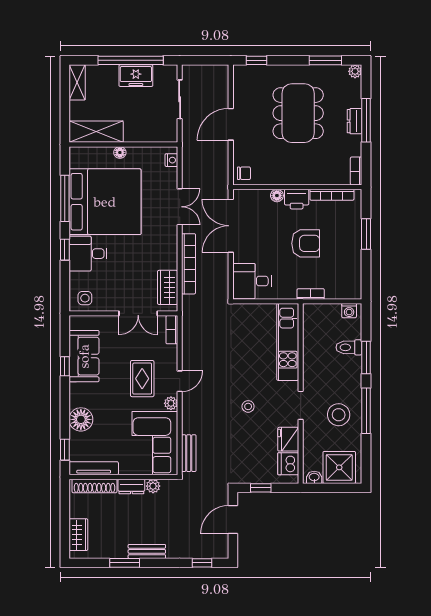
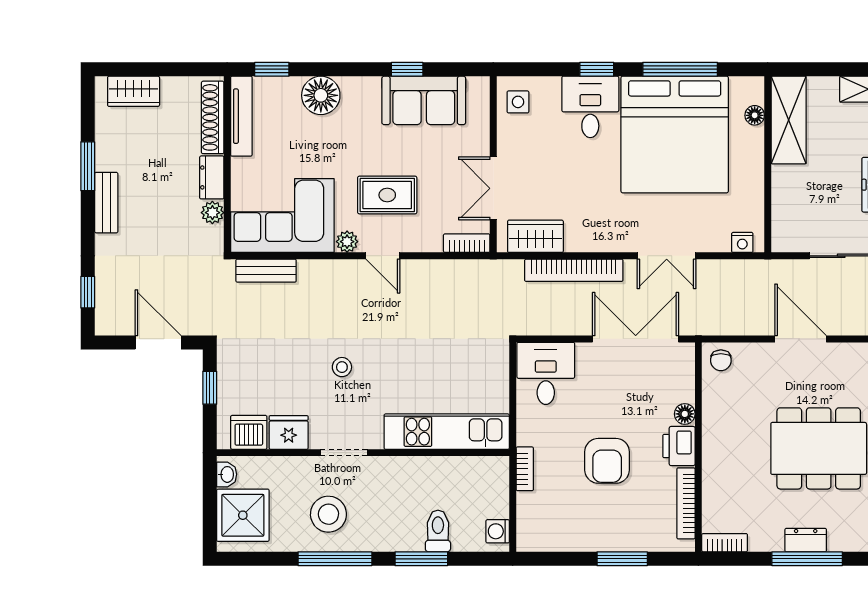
floor lamp: (120, 153) -> (755, 115), moved

